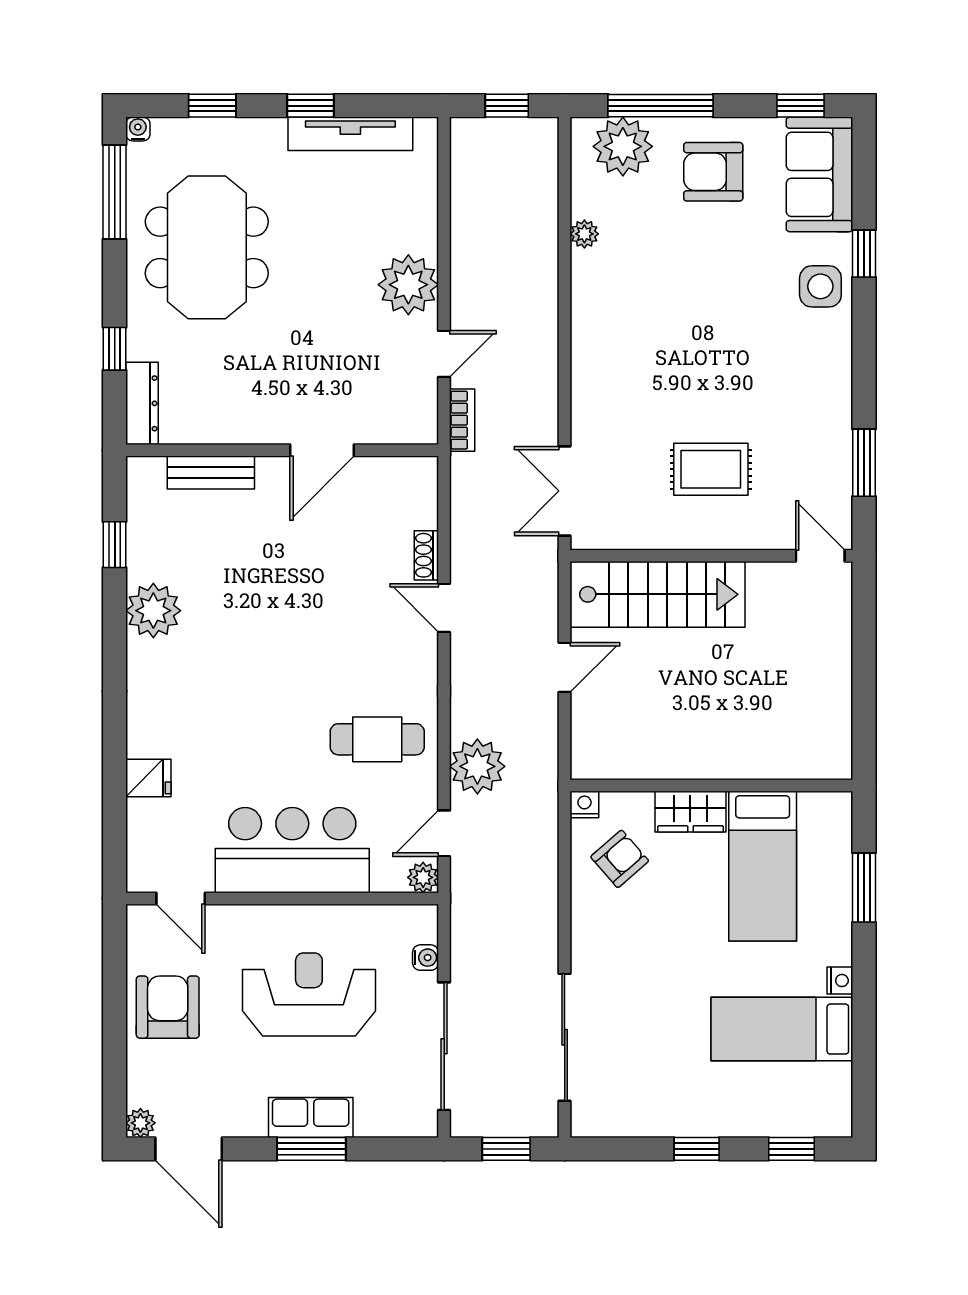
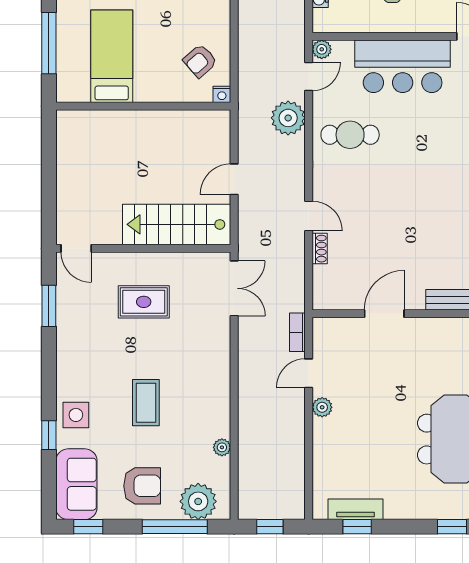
window: (311, 106) -> (357, 527), moved
tv unit: (350, 134) -> (355, 509), width x0.71
plant: (408, 285) -> (322, 407), width x0.53, depth x0.53
coffee table: (707, 306) -> (146, 403), added
wardrobe: (690, 812) -> (156, 90), removed
window: (864, 888) -> (49, 43), width x1.44

